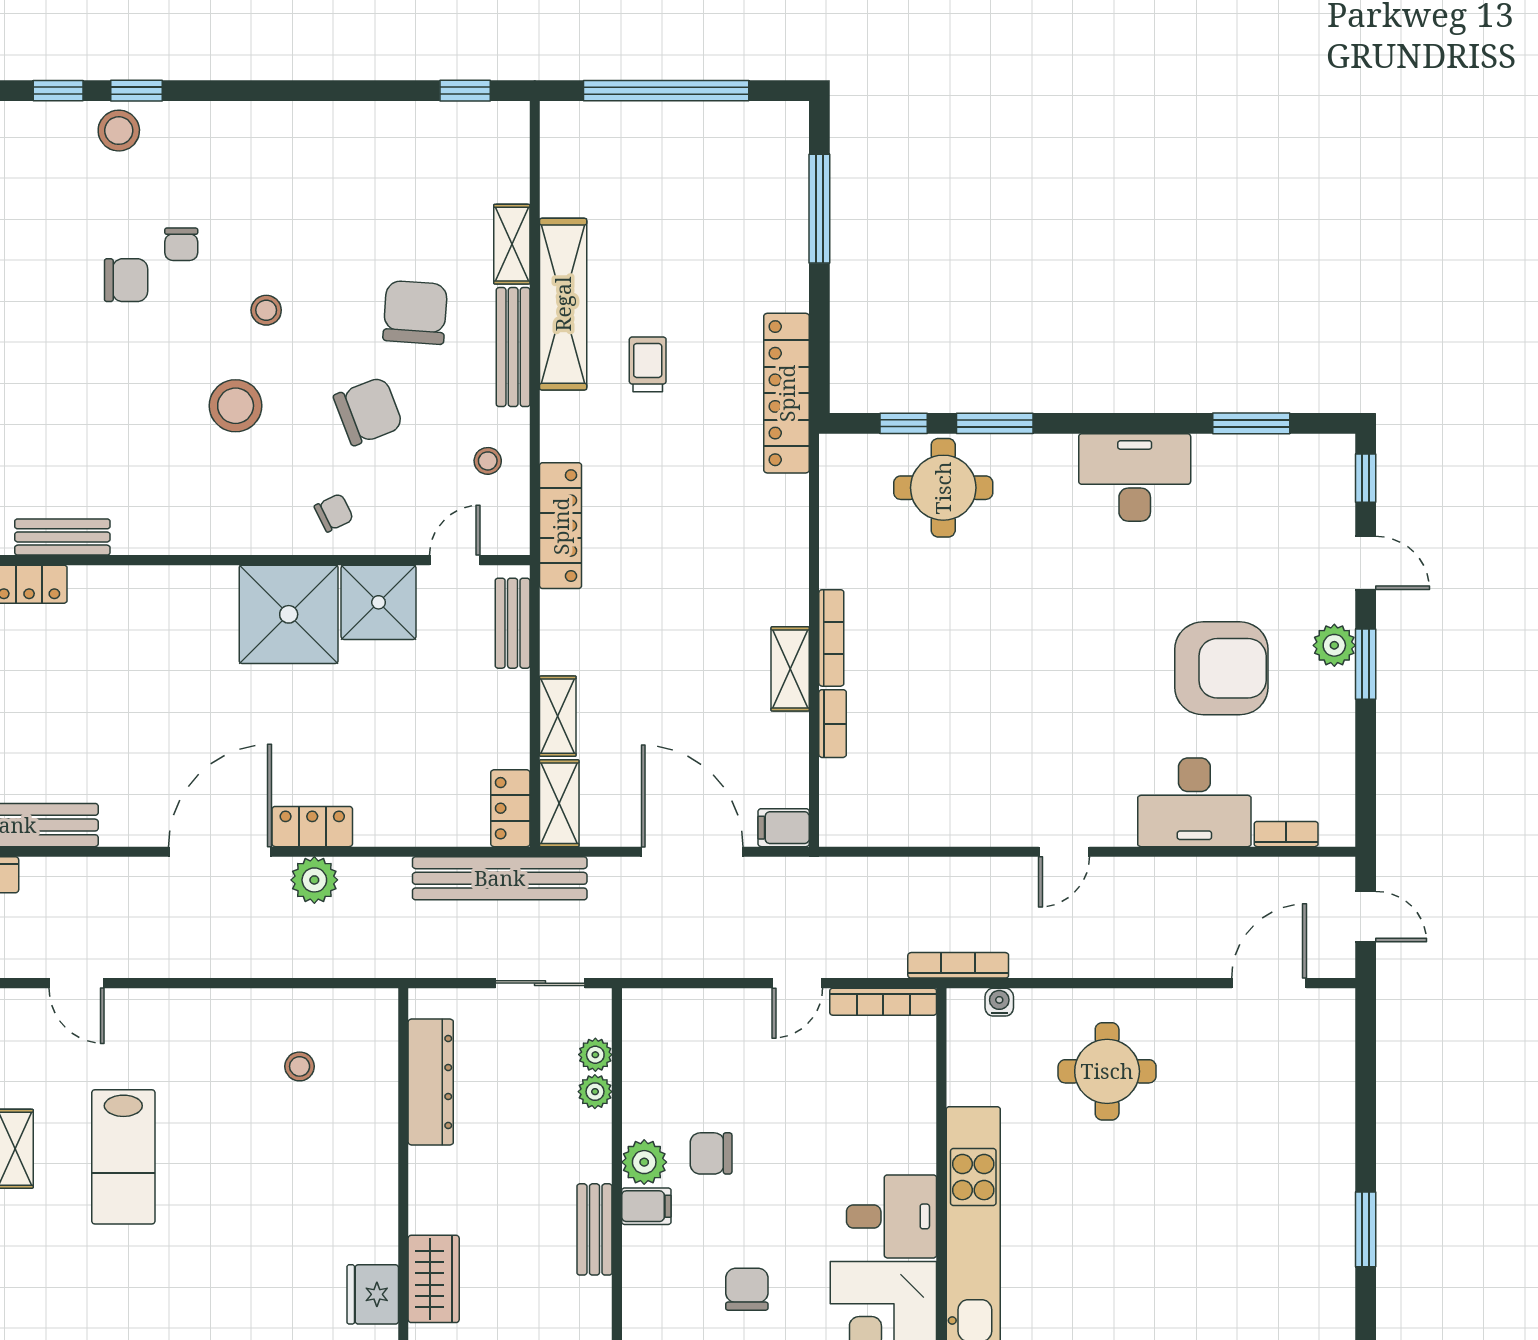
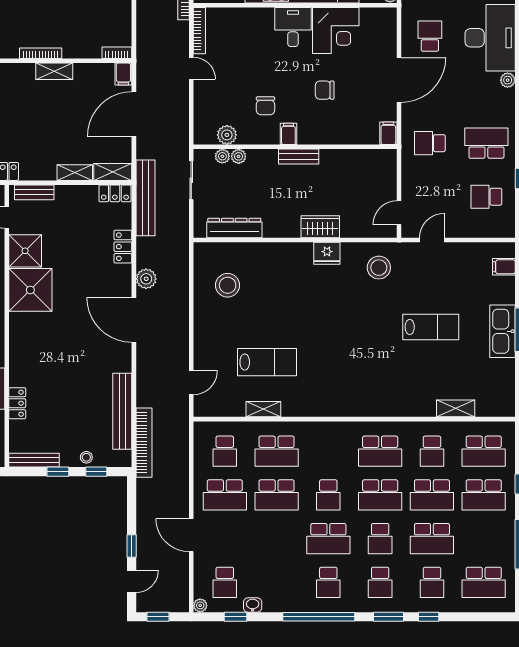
bookcase: (833, 724) -> (117, 53), moved
locker: (312, 827) -> (123, 247), moved
stool: (300, 1066) -> (228, 285), width x1.89, depth x1.89
plant: (644, 1162) -> (227, 135), moved

